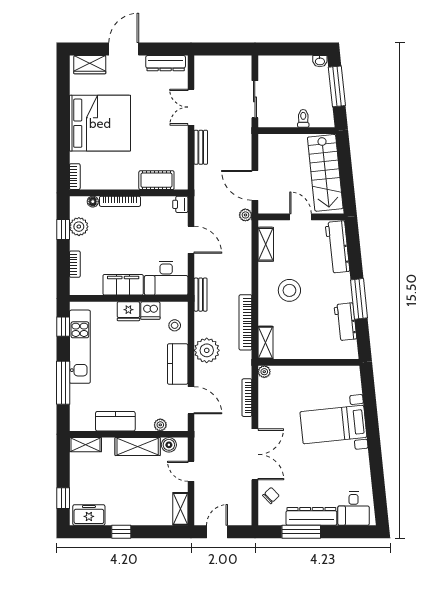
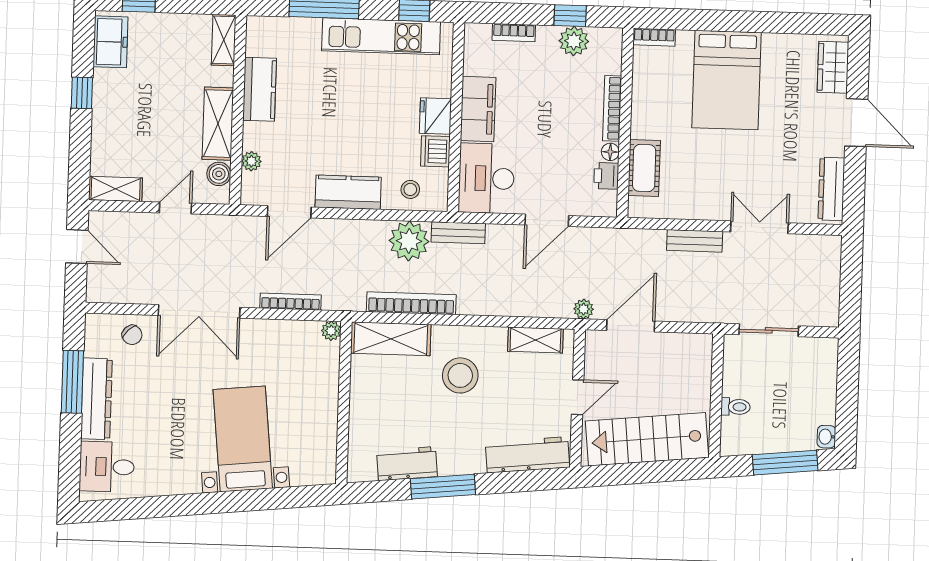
bed: (100, 123) -> (727, 80), width x0.73
floor lamp: (93, 202) -> (610, 152), moved
printer: (180, 204) -> (606, 176), moved, turned -90
shelving: (266, 343) -> (391, 339), width x1.50, depth x1.33
plant: (207, 350) -> (409, 241), moved

